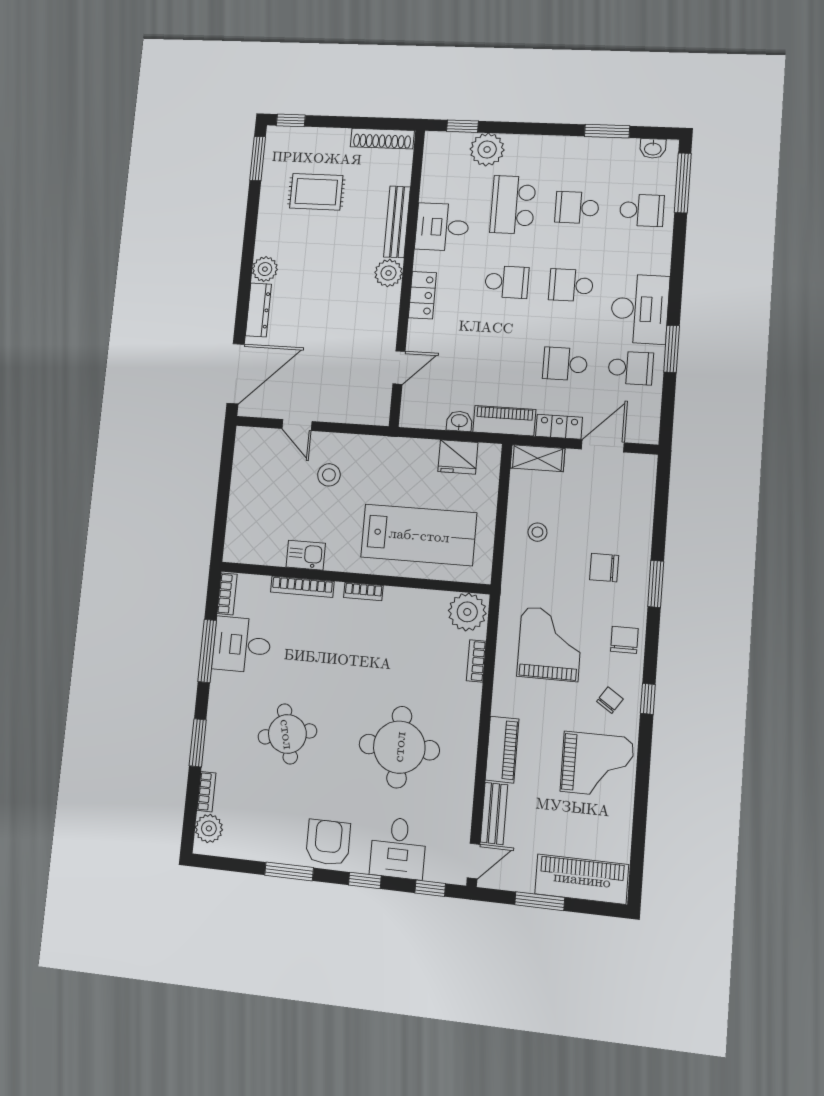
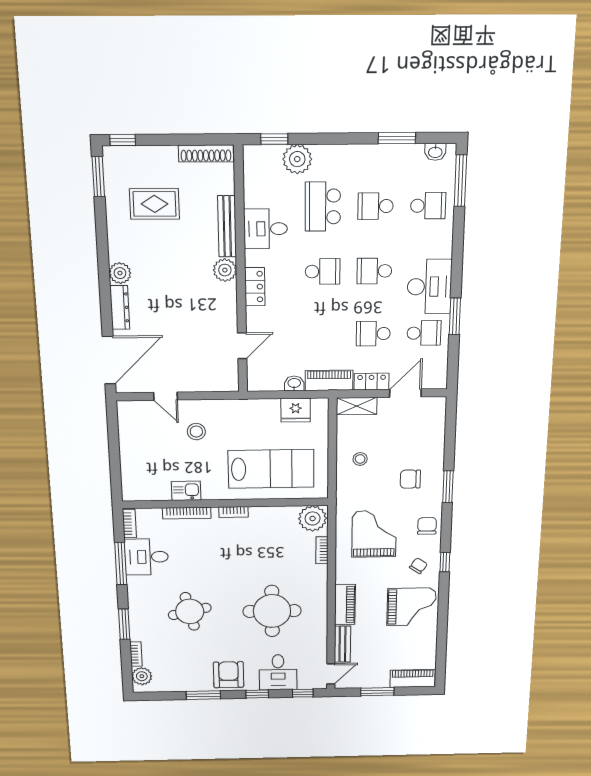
piano: (582, 879) -> (413, 678), width x0.73, depth x0.75

